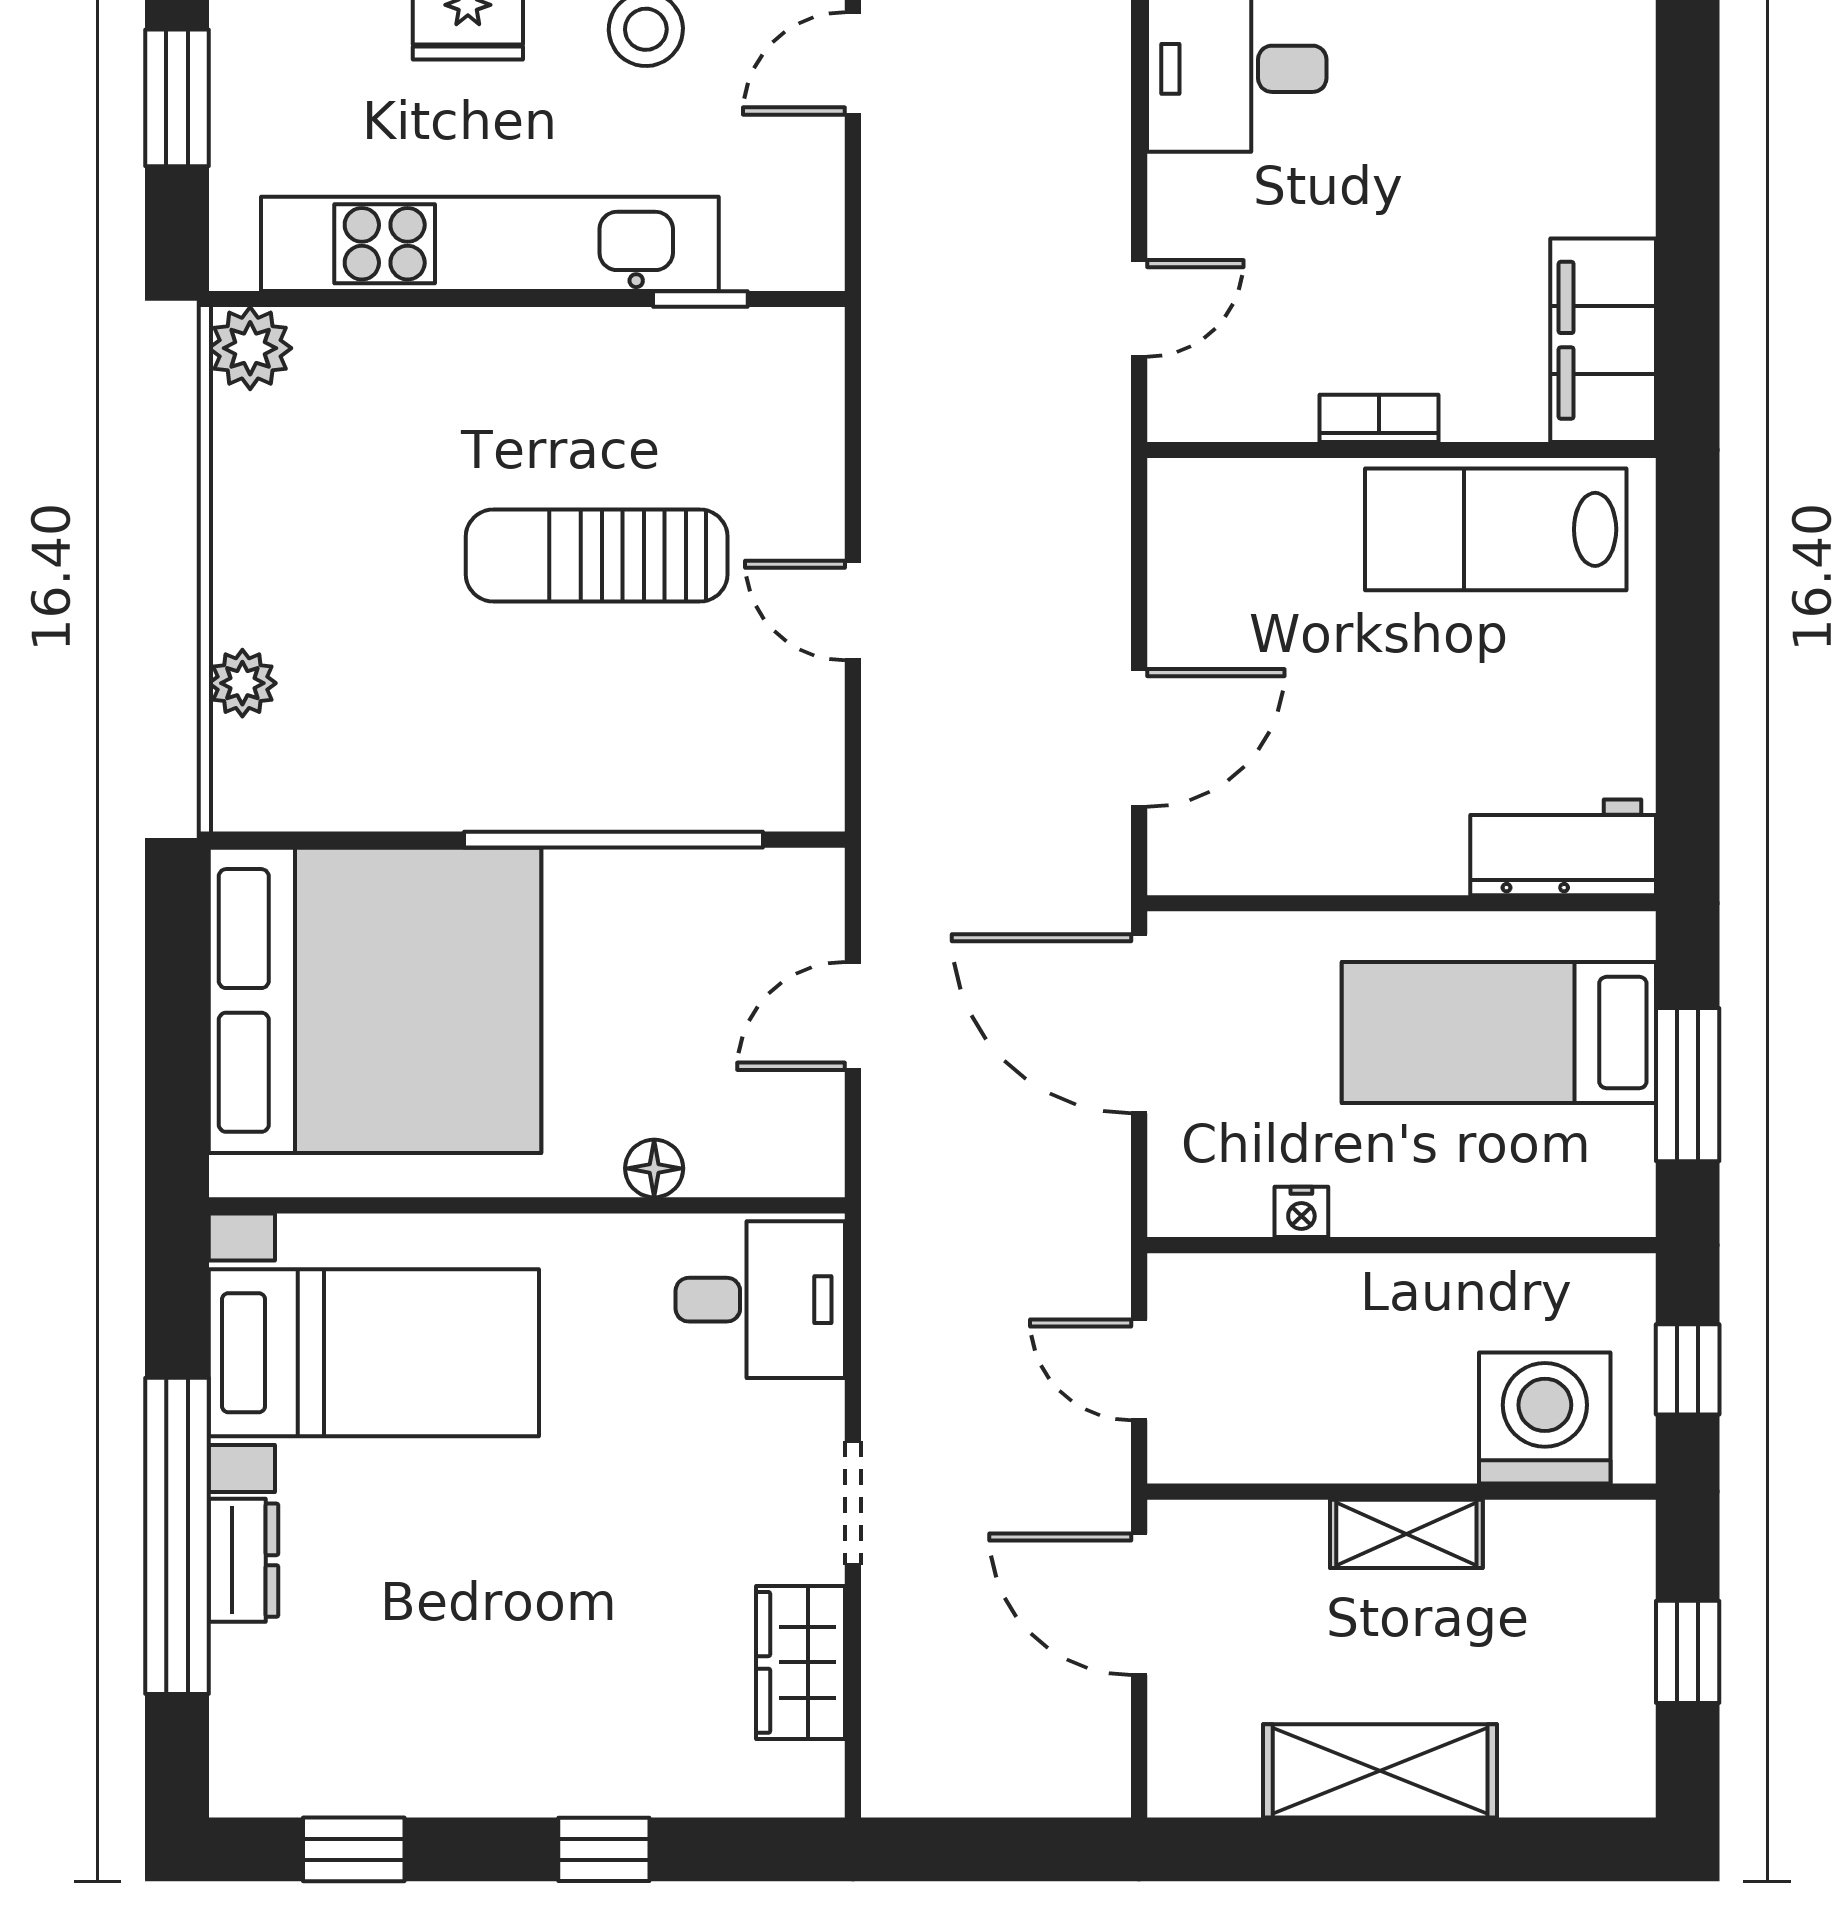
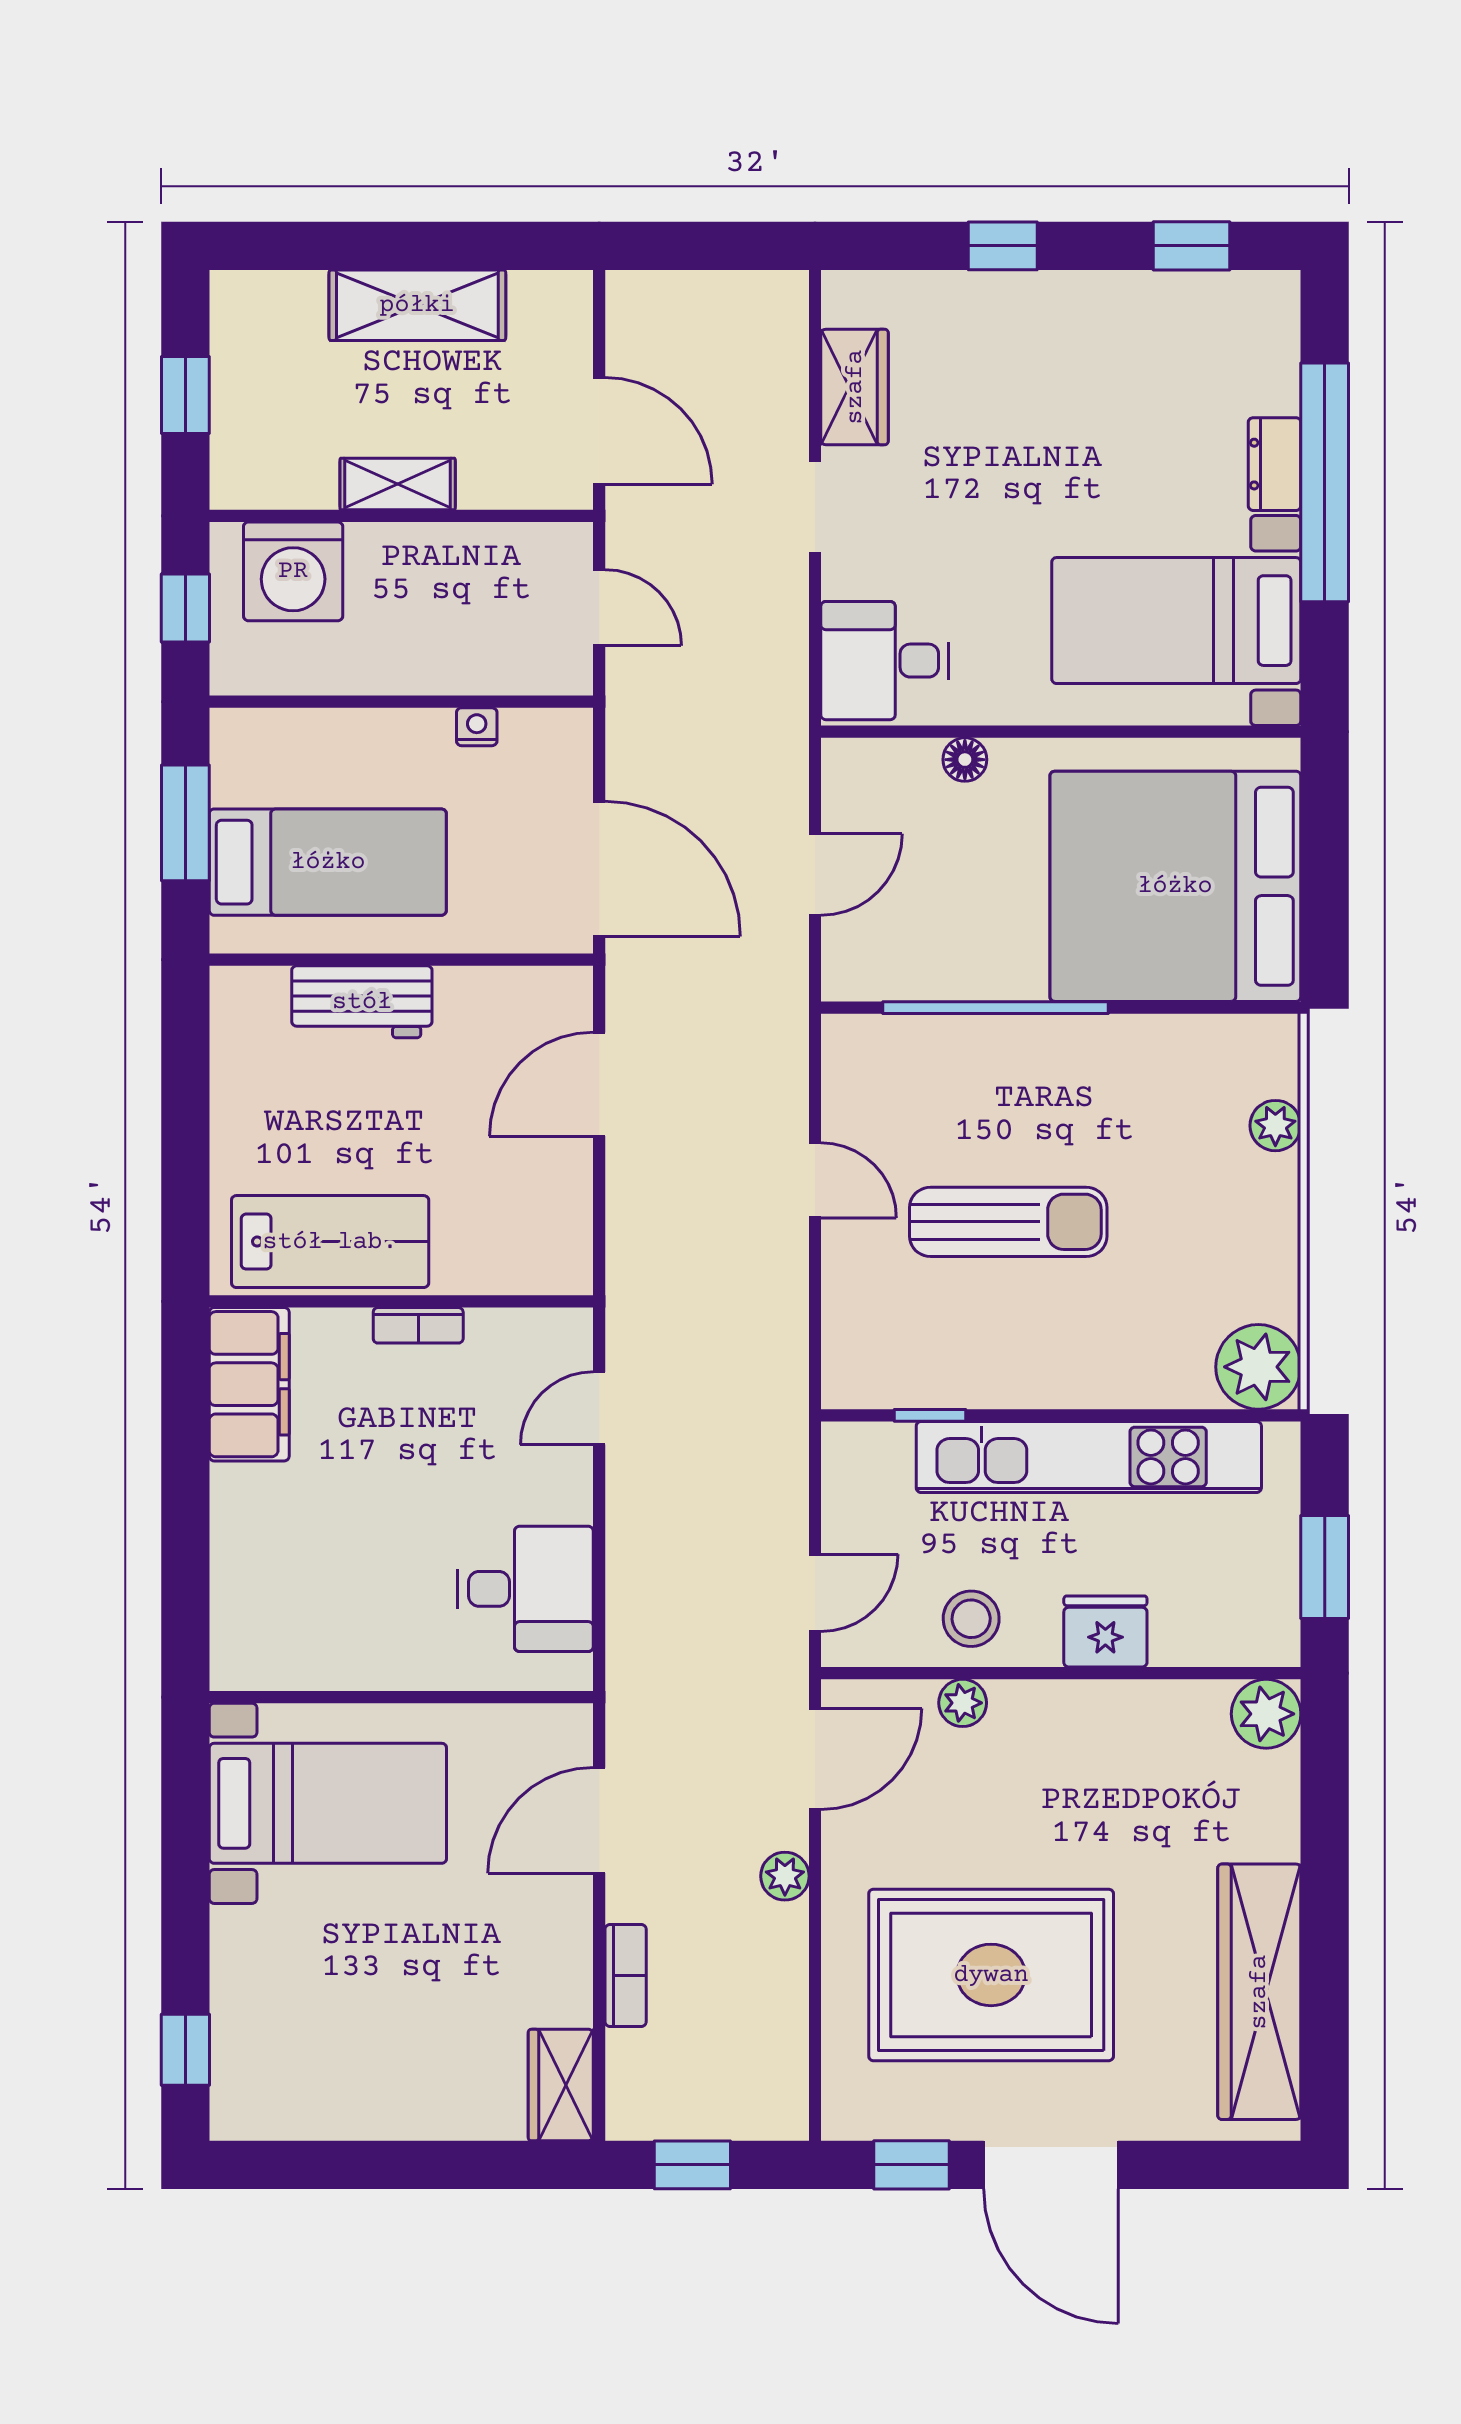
plant: (250, 348) -> (1258, 1367), width x1.36, depth x1.36
workbench: (1563, 847) -> (362, 1002), moved

